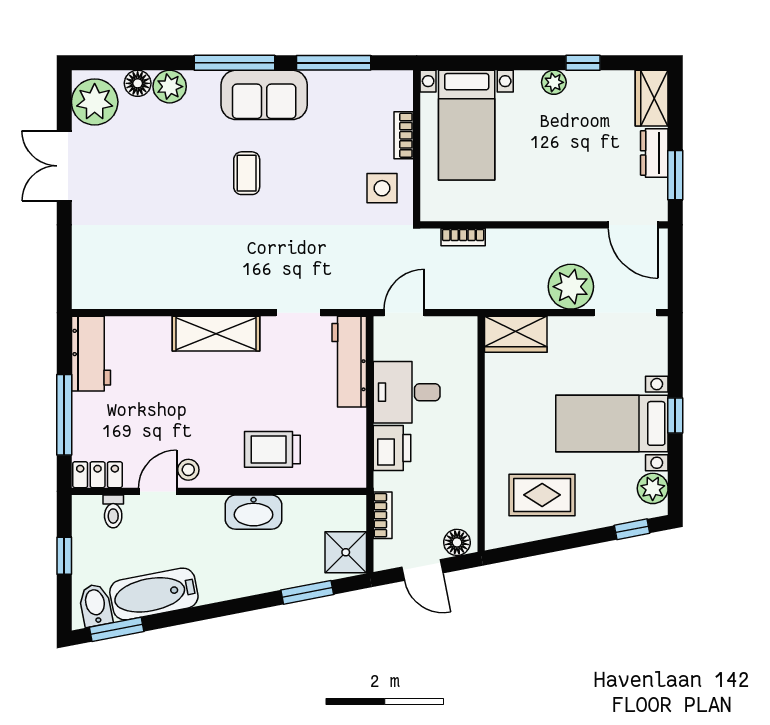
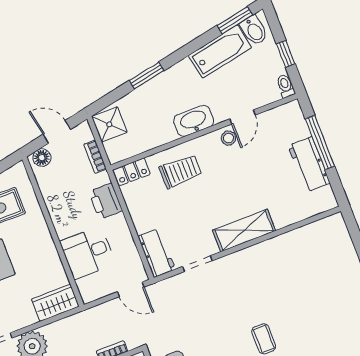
door: (404, 313) -> (131, 289), hinge flipped
workbench: (91, 354) -> (309, 164), moved
workbench: (349, 362) -> (156, 253), width x0.73
desk: (407, 392) -> (88, 253), moved, turned 180
locker: (98, 475) -> (132, 172), moved
toilet: (113, 511) -> (285, 86), moved
washbasin: (254, 512) -> (194, 121), moved
window: (307, 592) -> (147, 75), moved

